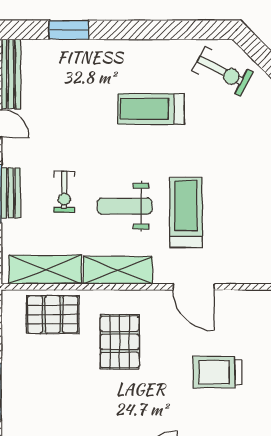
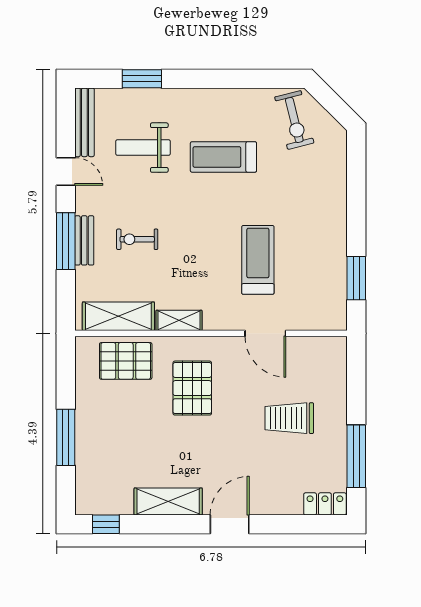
exercise bike: (223, 72) -> (294, 120), turned 48
exercise bike: (64, 192) -> (137, 239), turned 90
weight bench: (125, 206) -> (143, 148), moved
shelving: (118, 270) -> (179, 320), width x0.67, depth x0.75

